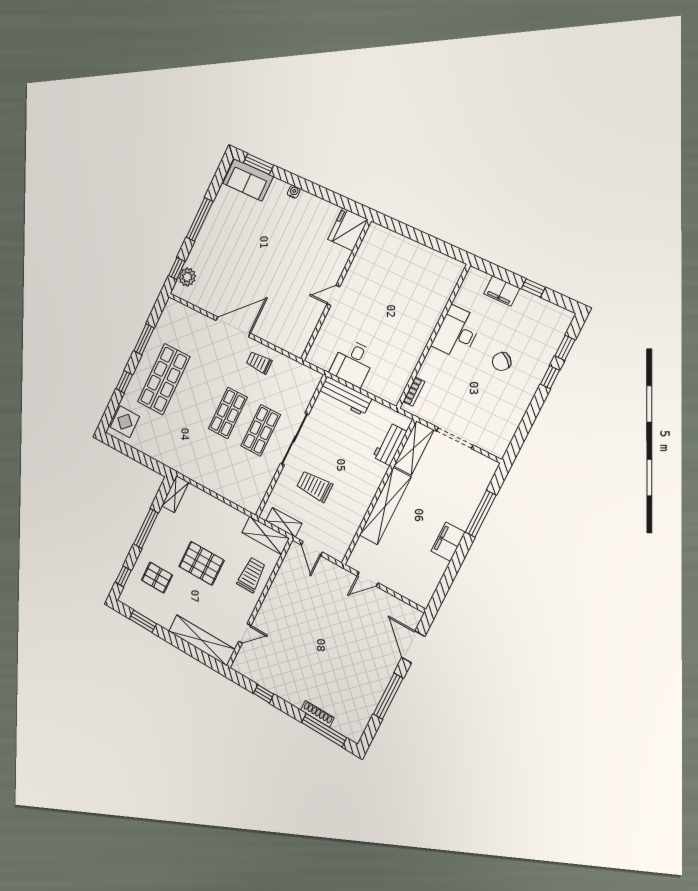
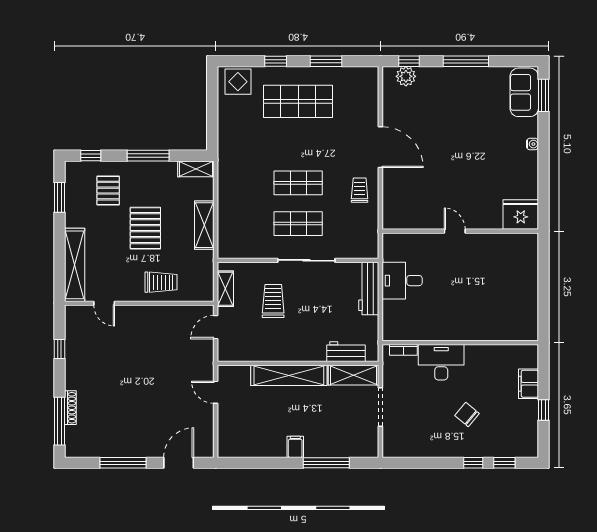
desk: (457, 332) -> (441, 362), moved
shelving: (266, 535) -> (204, 225), moved
filing cabinet: (448, 542) -> (295, 447), width x0.50

